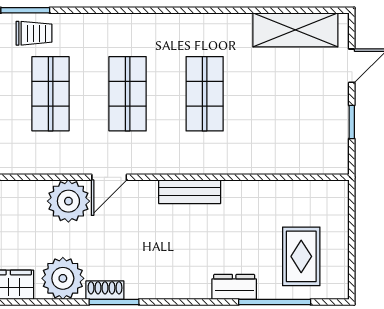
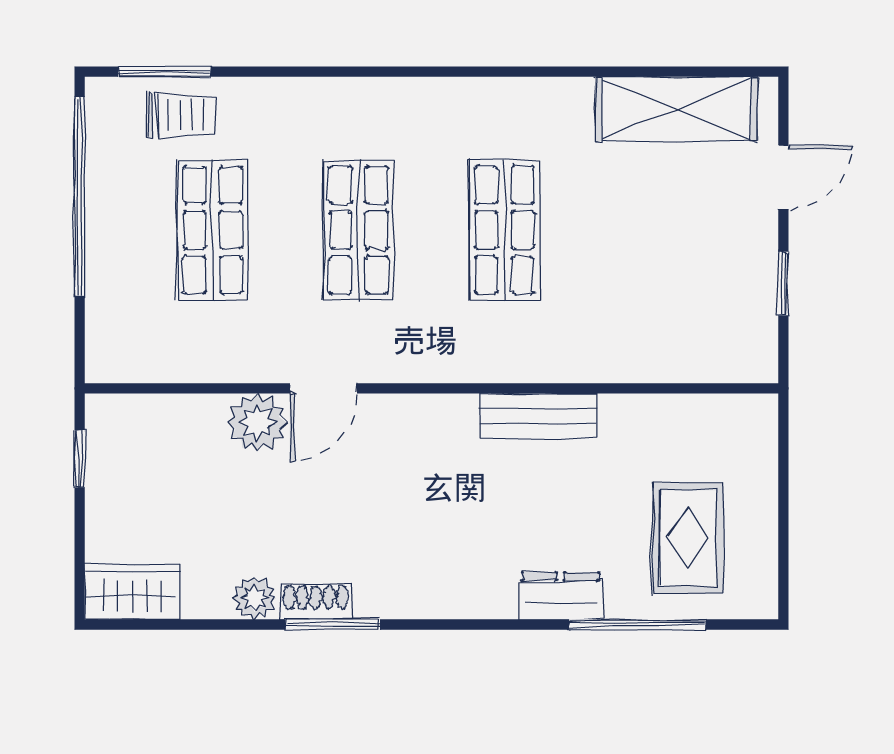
bench: (190, 192) -> (538, 416), moved
plant: (68, 201) -> (257, 423), width x0.73, depth x0.73
plant: (63, 278) -> (255, 598), width x0.53, depth x0.53

